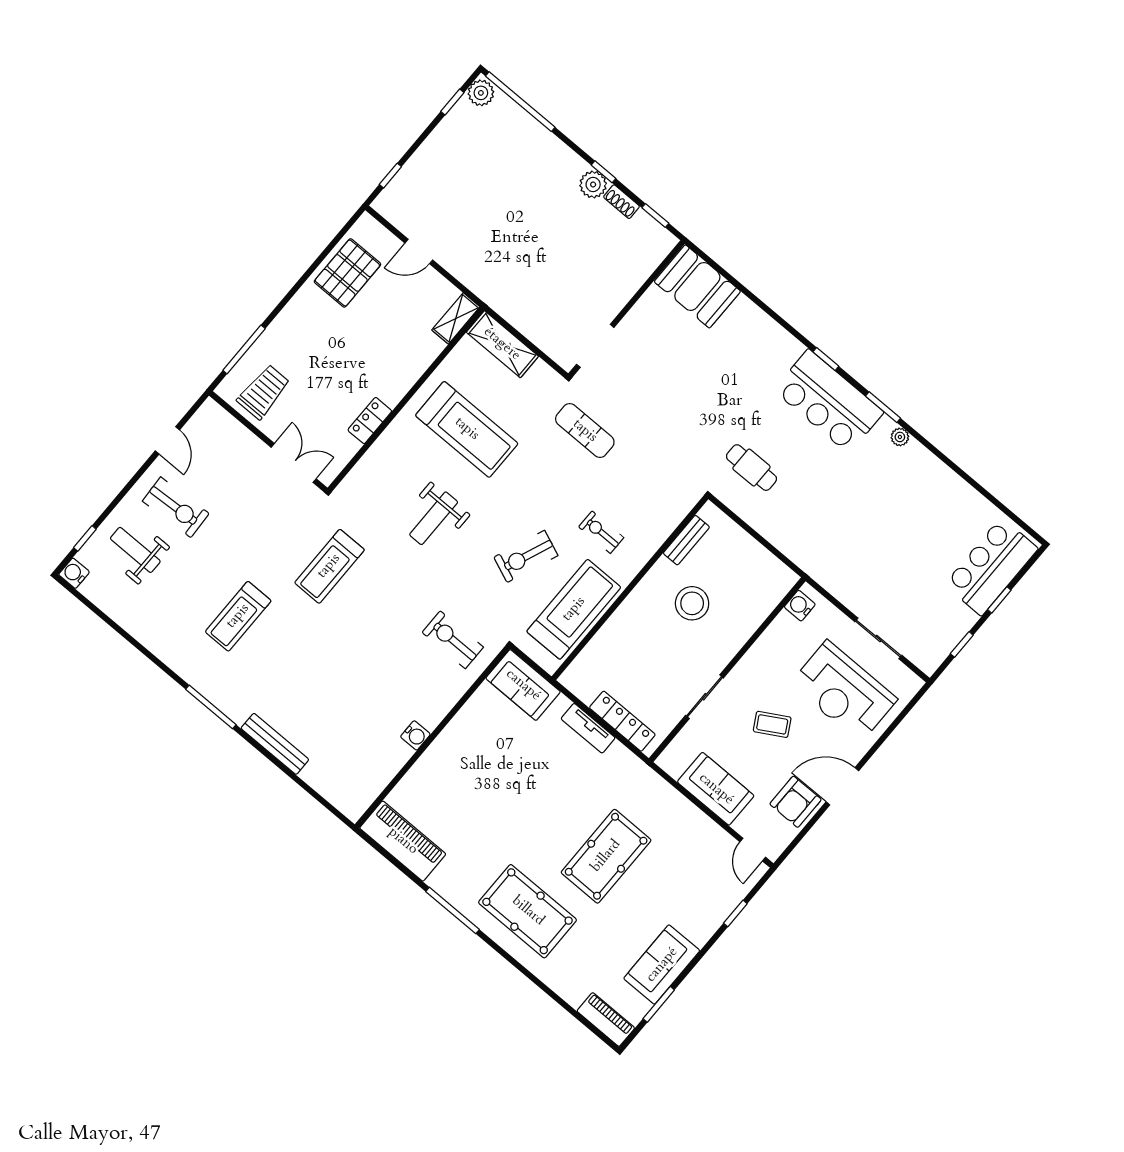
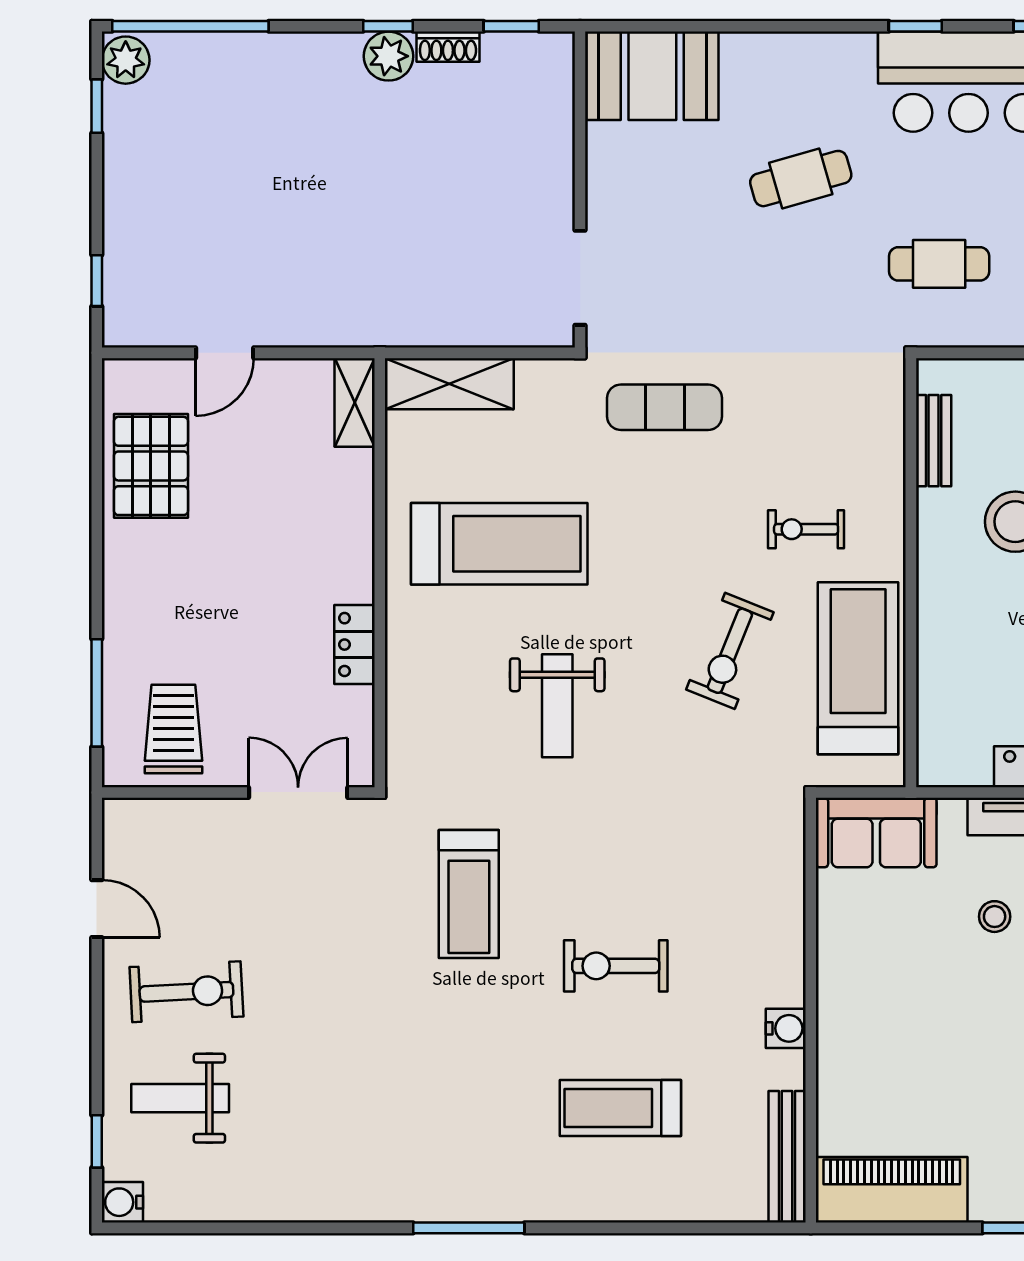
cafe table: (723, 382) -> (801, 179), added
treadmill: (238, 616) -> (620, 1108), moved, turned 90
exercise bike: (453, 640) -> (616, 966), moved
bench: (275, 744) -> (787, 1157), moved, turned 90
stool: (543, 762) -> (995, 917), added

